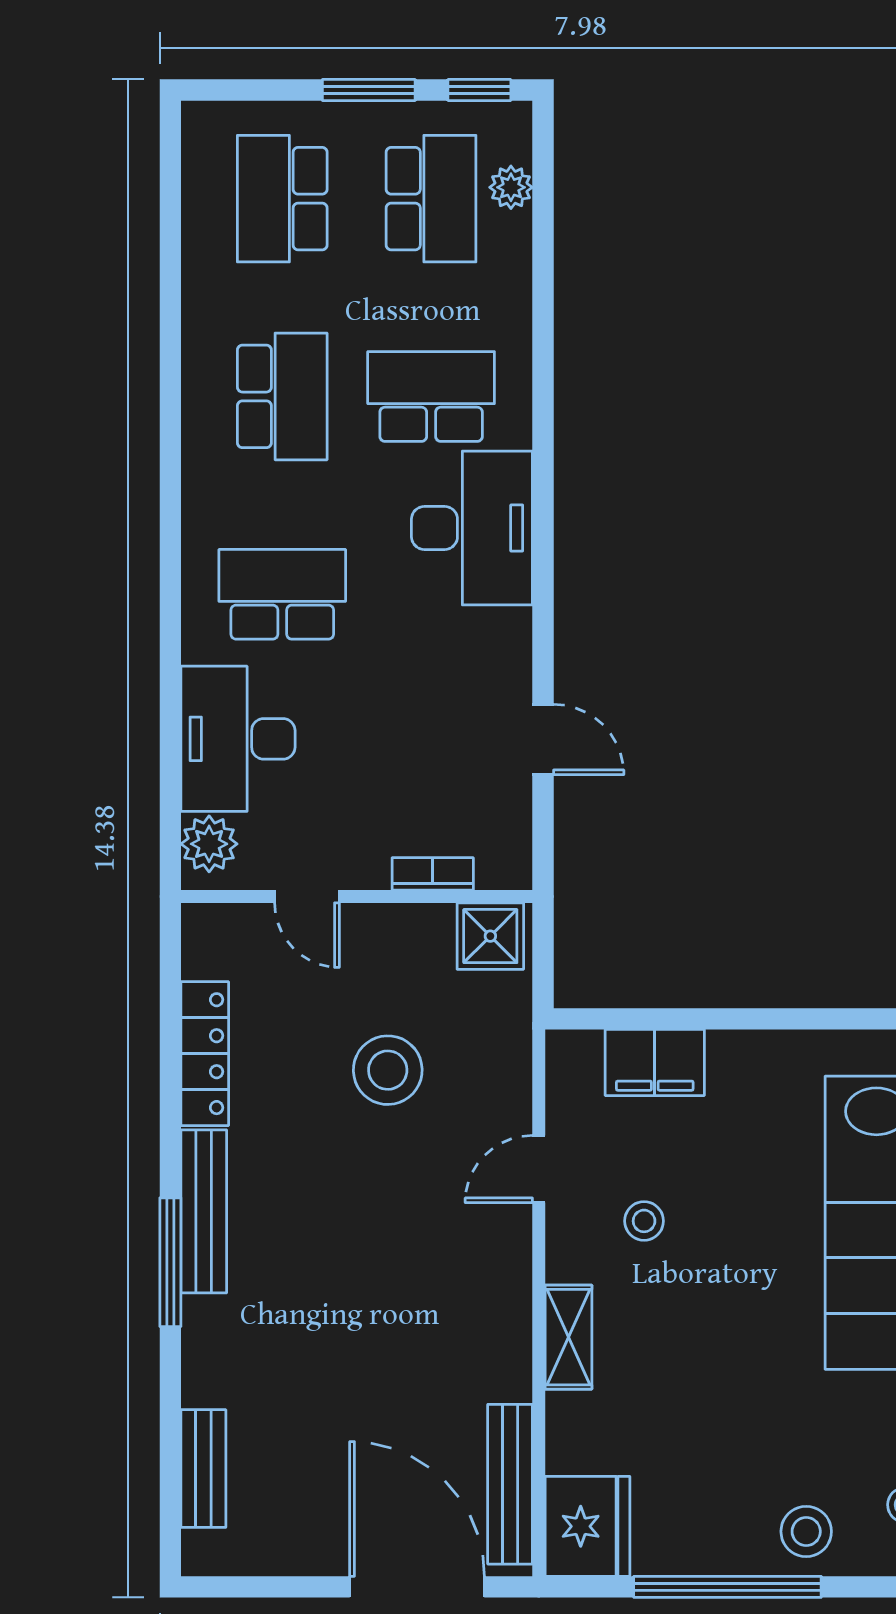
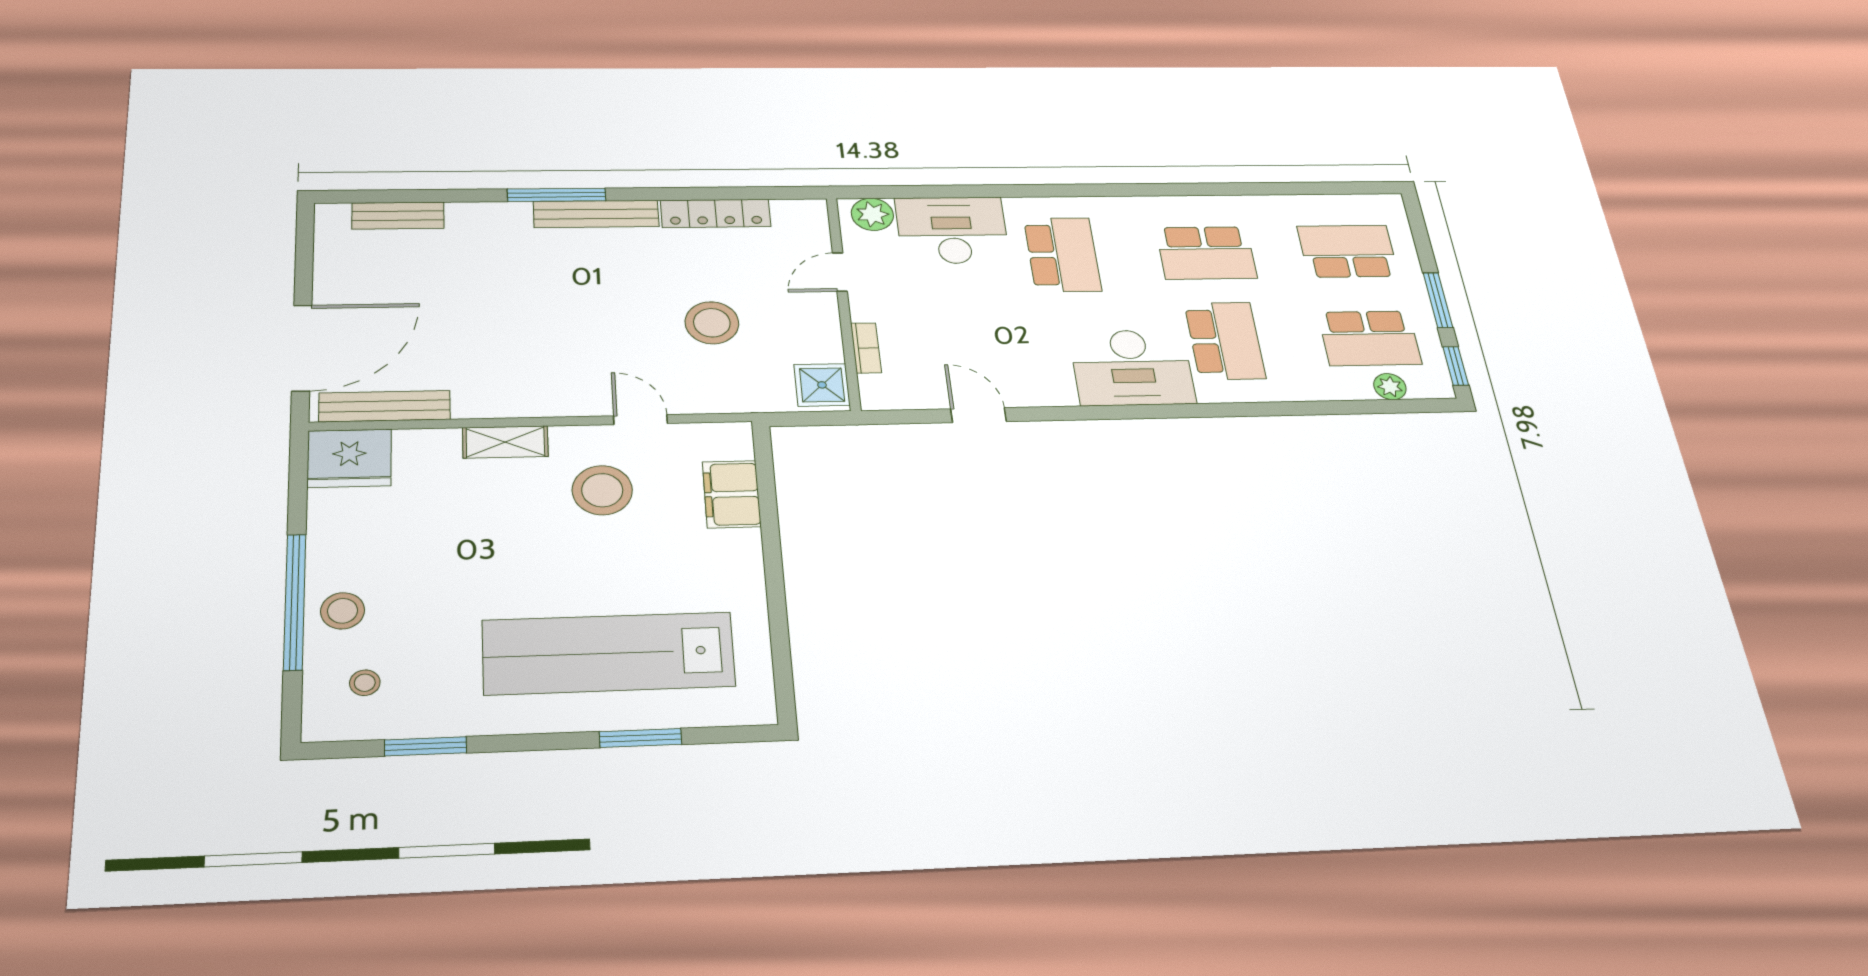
door: (543, 740) -> (979, 415), swing flipped
stool: (644, 1221) -> (602, 490), width x1.89, depth x1.89
window: (727, 1587) -> (295, 602), moved

